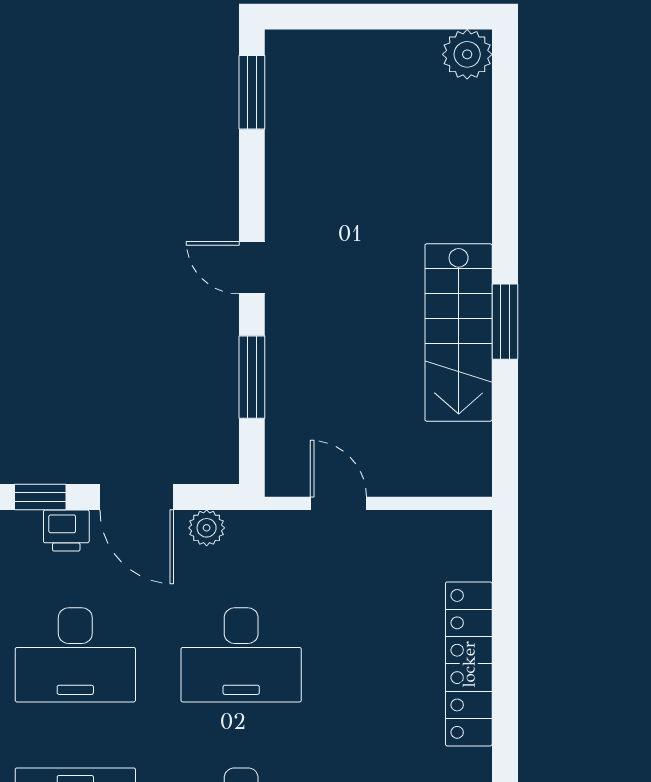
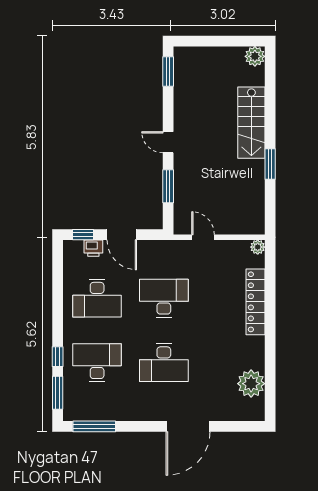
stairs: (459, 332) -> (251, 123), moved
plant: (207, 528) -> (258, 247), moved
desk: (241, 655) -> (164, 298), turned 180

